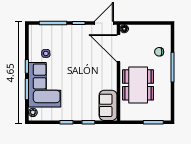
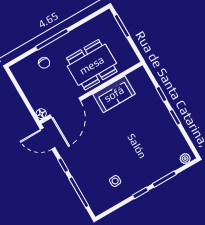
corner sofa: (45, 85) -> (149, 163), removed
sofa: (108, 105) -> (114, 94), moved

